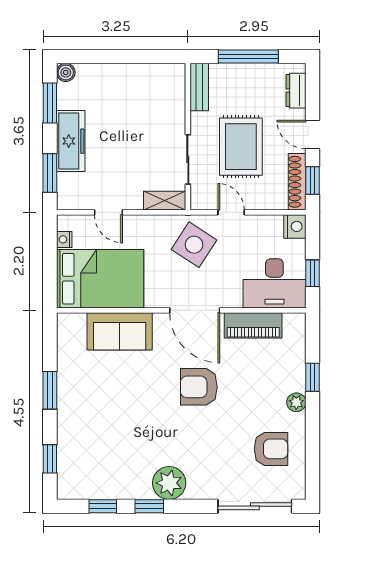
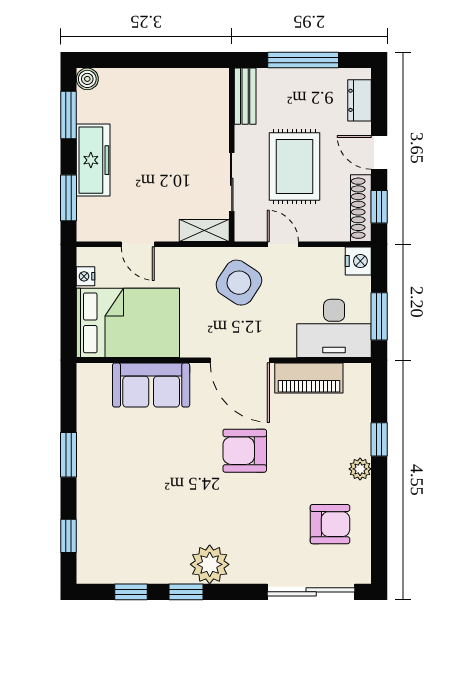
window: (313, 273) -> (379, 316), width x1.50

